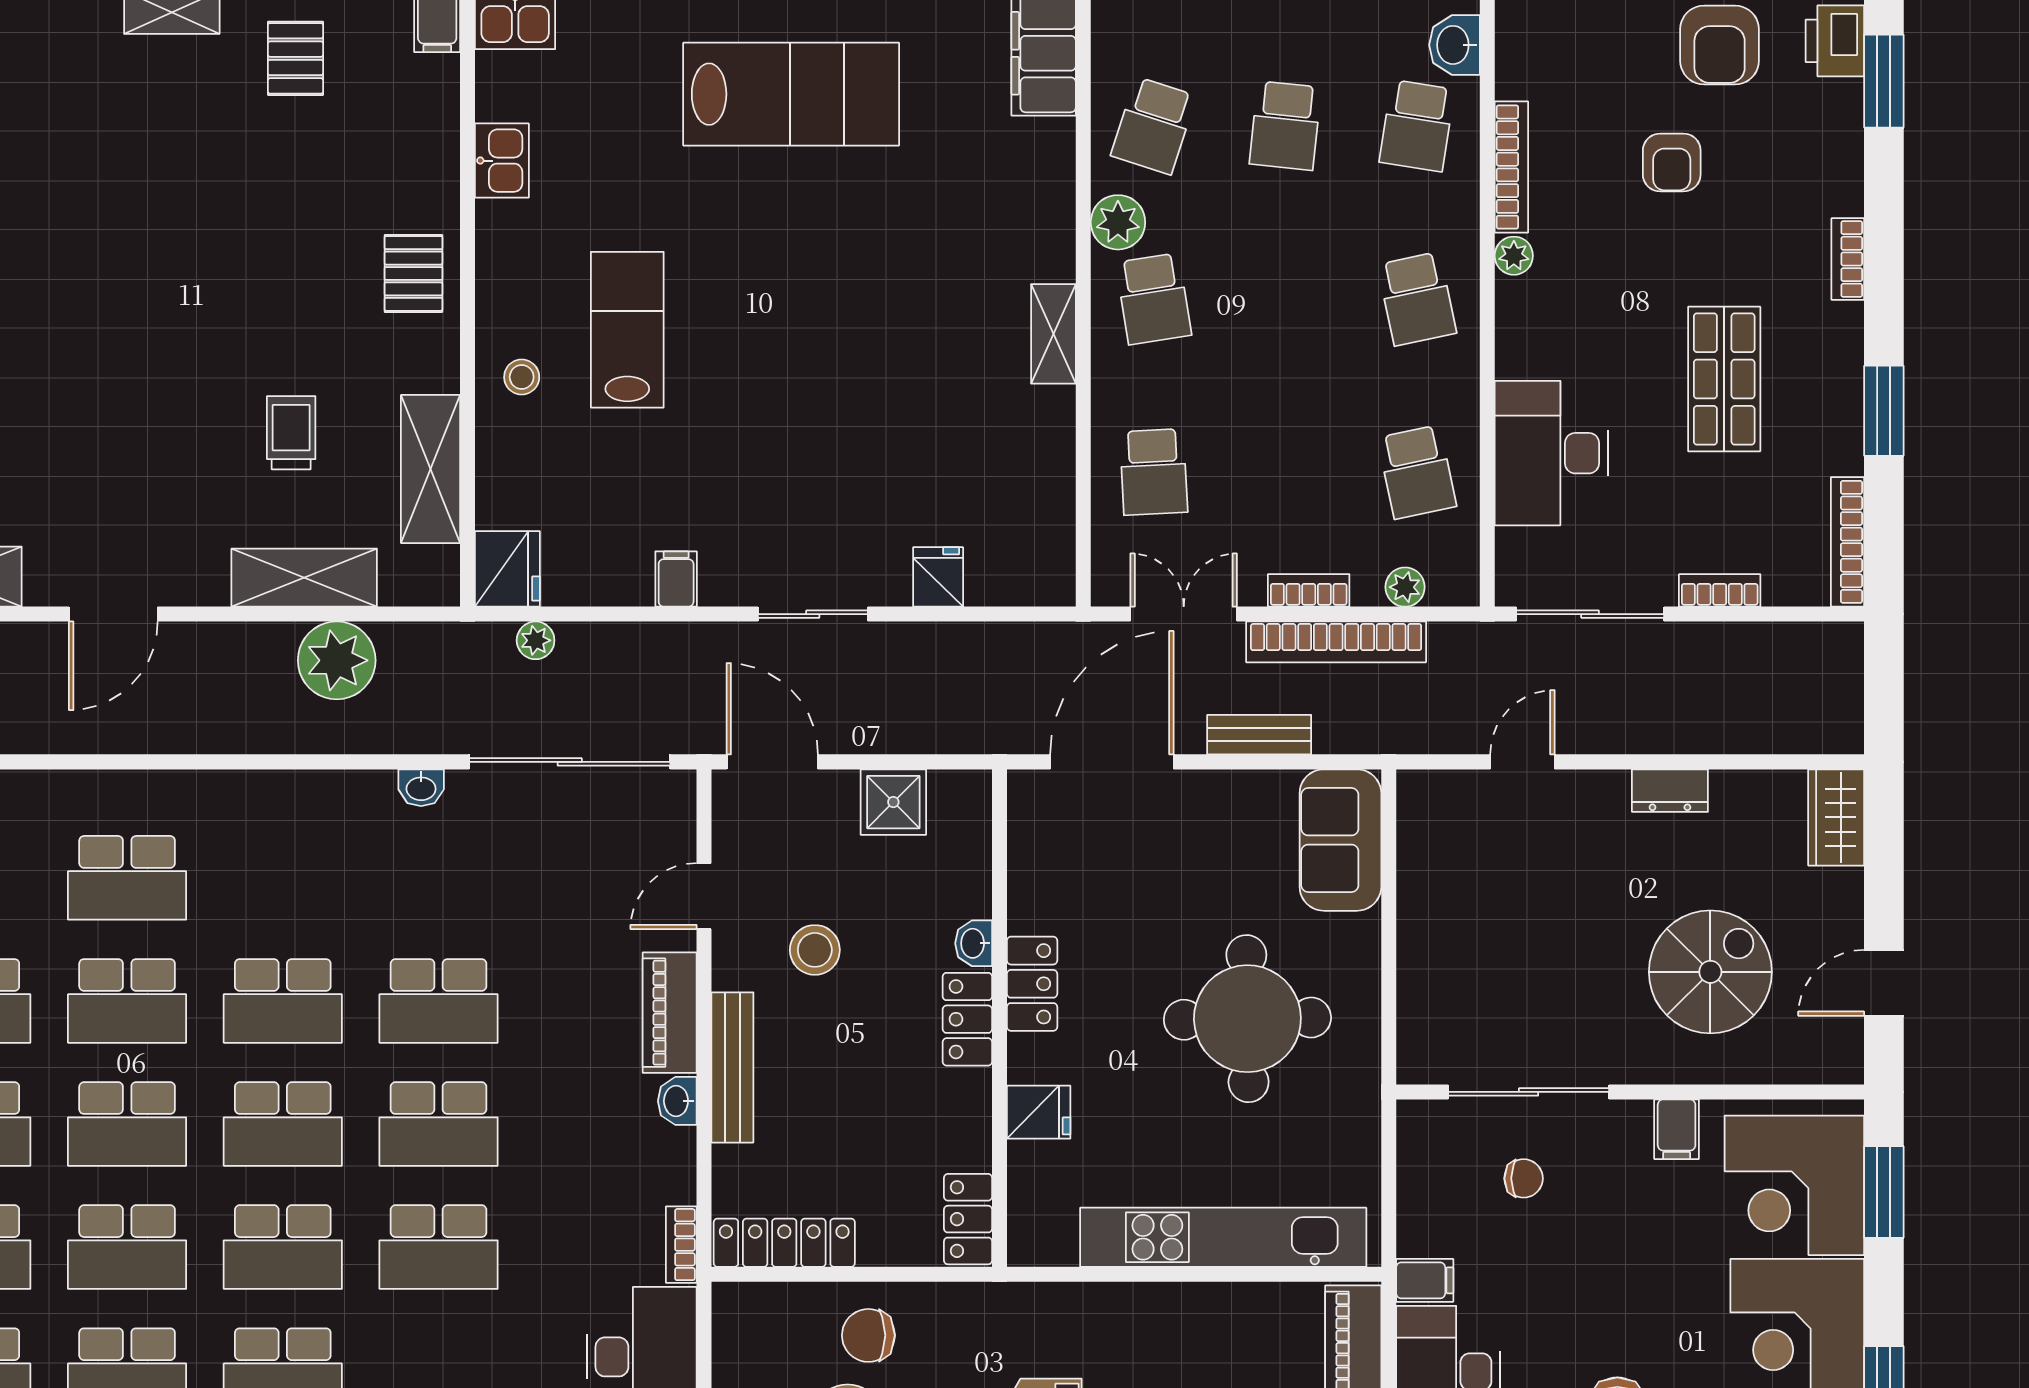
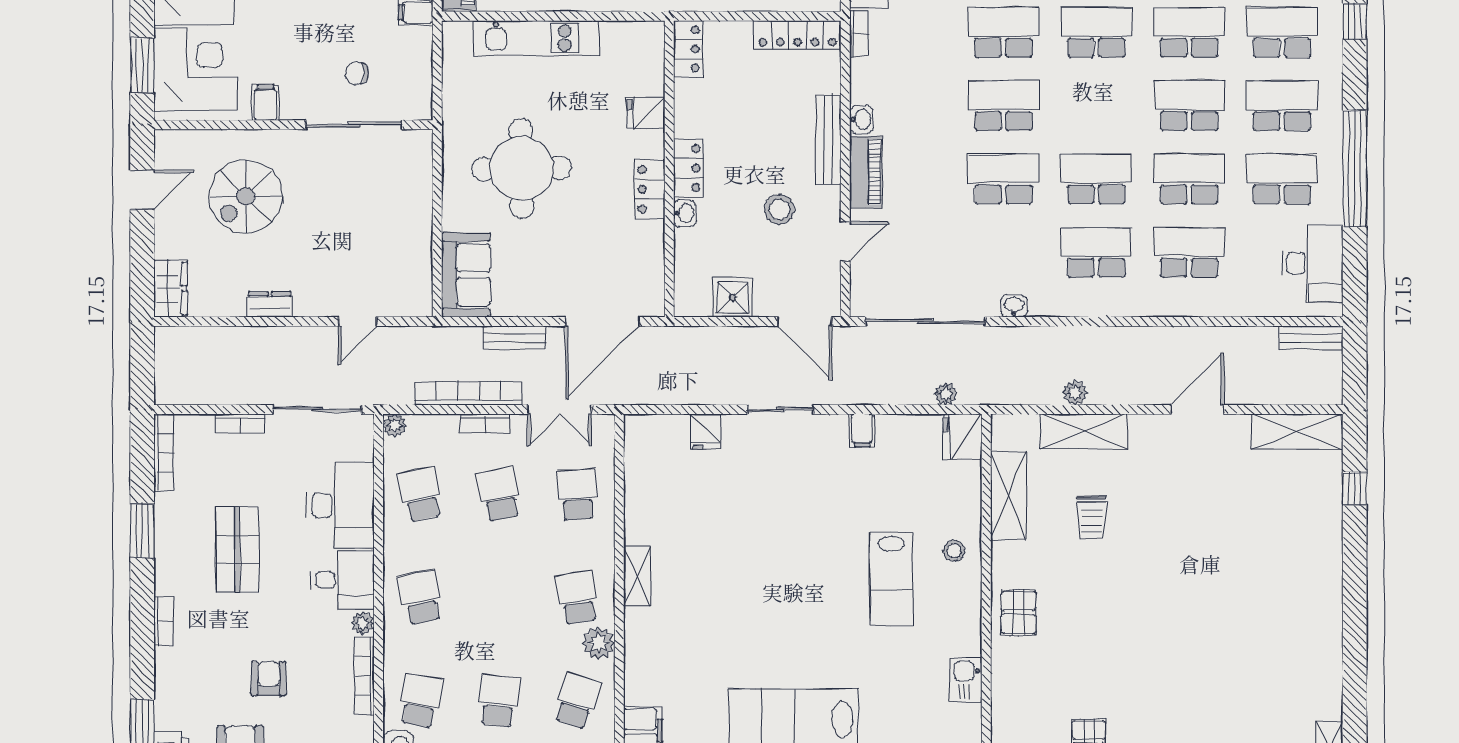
desk: (1548, 328) -> (343, 580), added
school desk: (1285, 472) -> (499, 494), added
plant: (1405, 587) -> (395, 426), moved
plant: (337, 660) -> (1075, 393), width x0.53, depth x0.53
school desk: (283, 1124) -> (1096, 252), moved
kitchen unit: (1223, 1237) -> (536, 38), width x0.73

